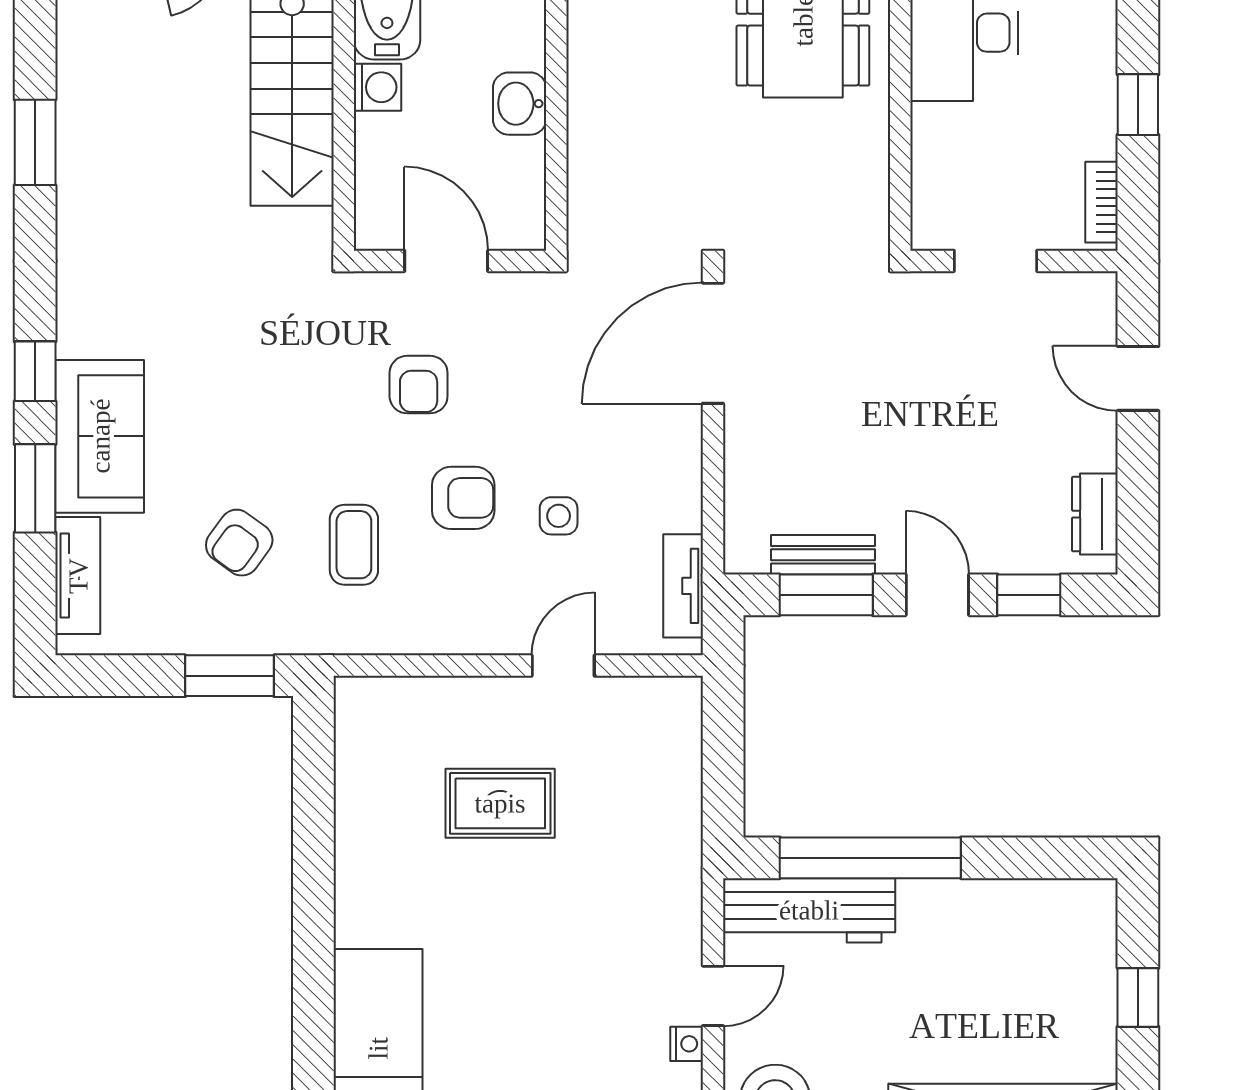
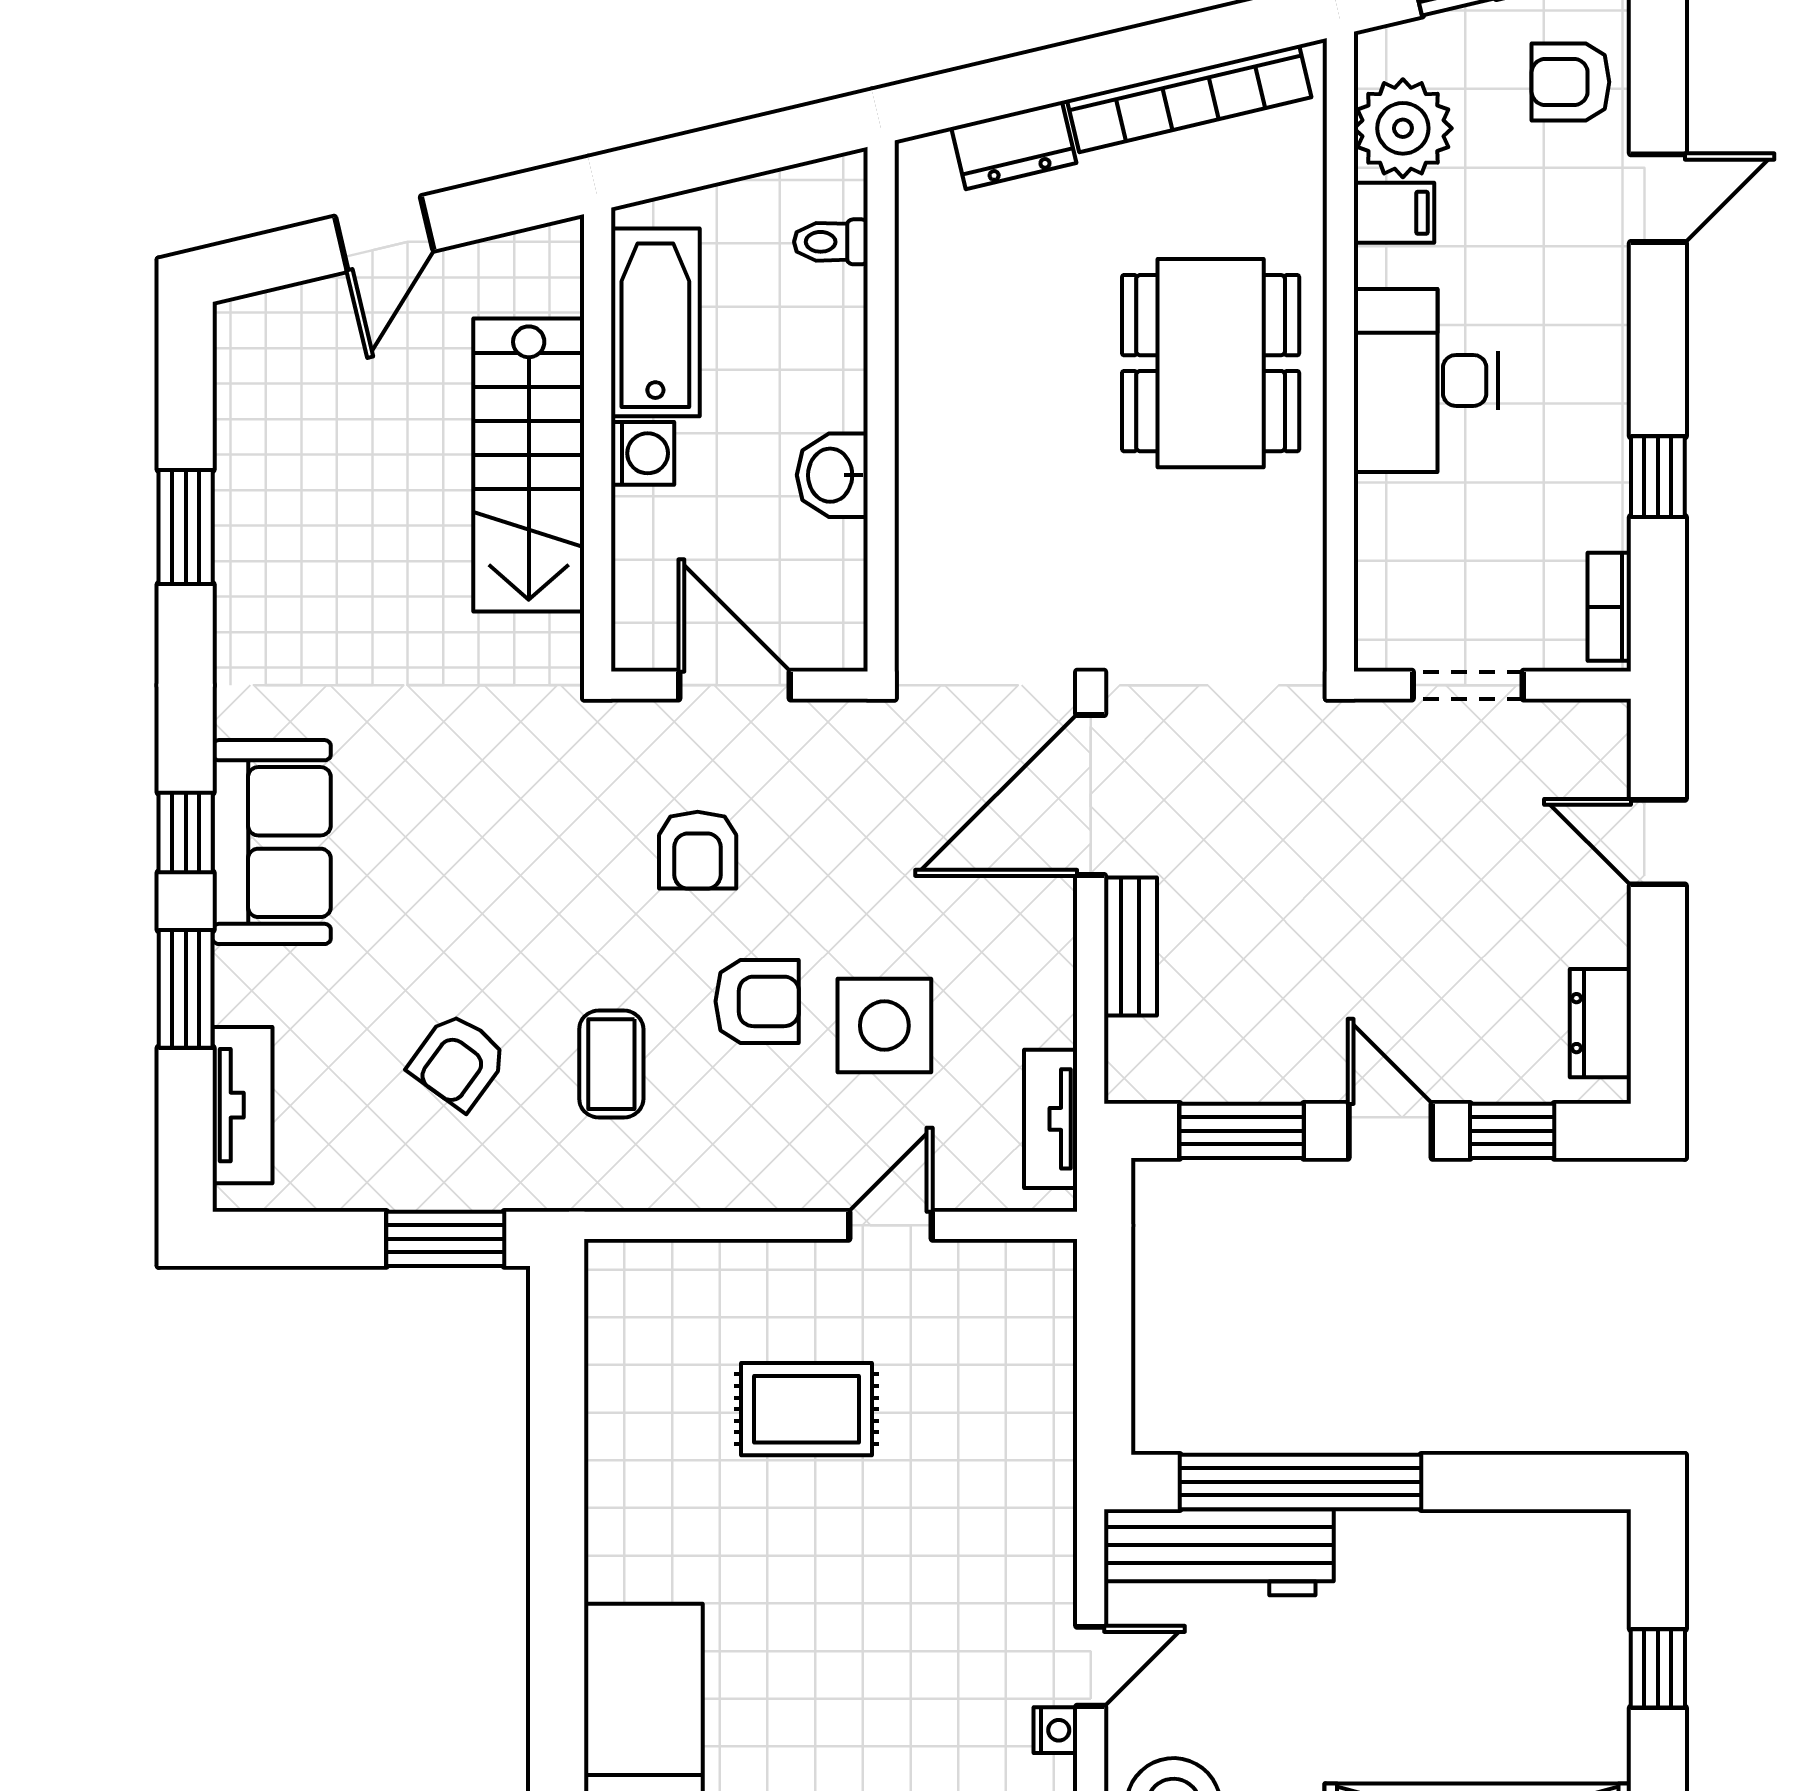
sofa: (100, 436) -> (272, 842), moved
side table: (559, 516) -> (884, 1026), width x1.87, depth x1.87
bench: (823, 555) -> (1130, 947), moved, turned 90

